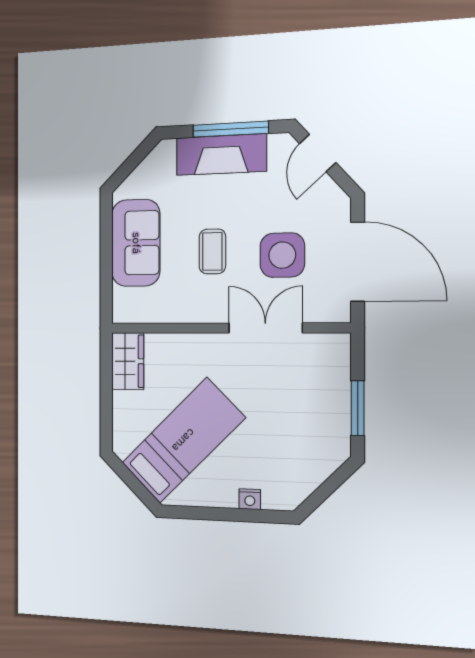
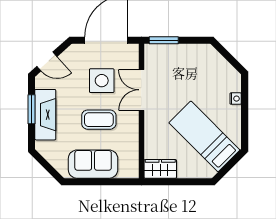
window: (231, 129) -> (31, 109), width x0.69
coffee table: (212, 251) -> (99, 120), width x1.36, depth x1.30
window: (358, 408) -> (164, 40), moved

